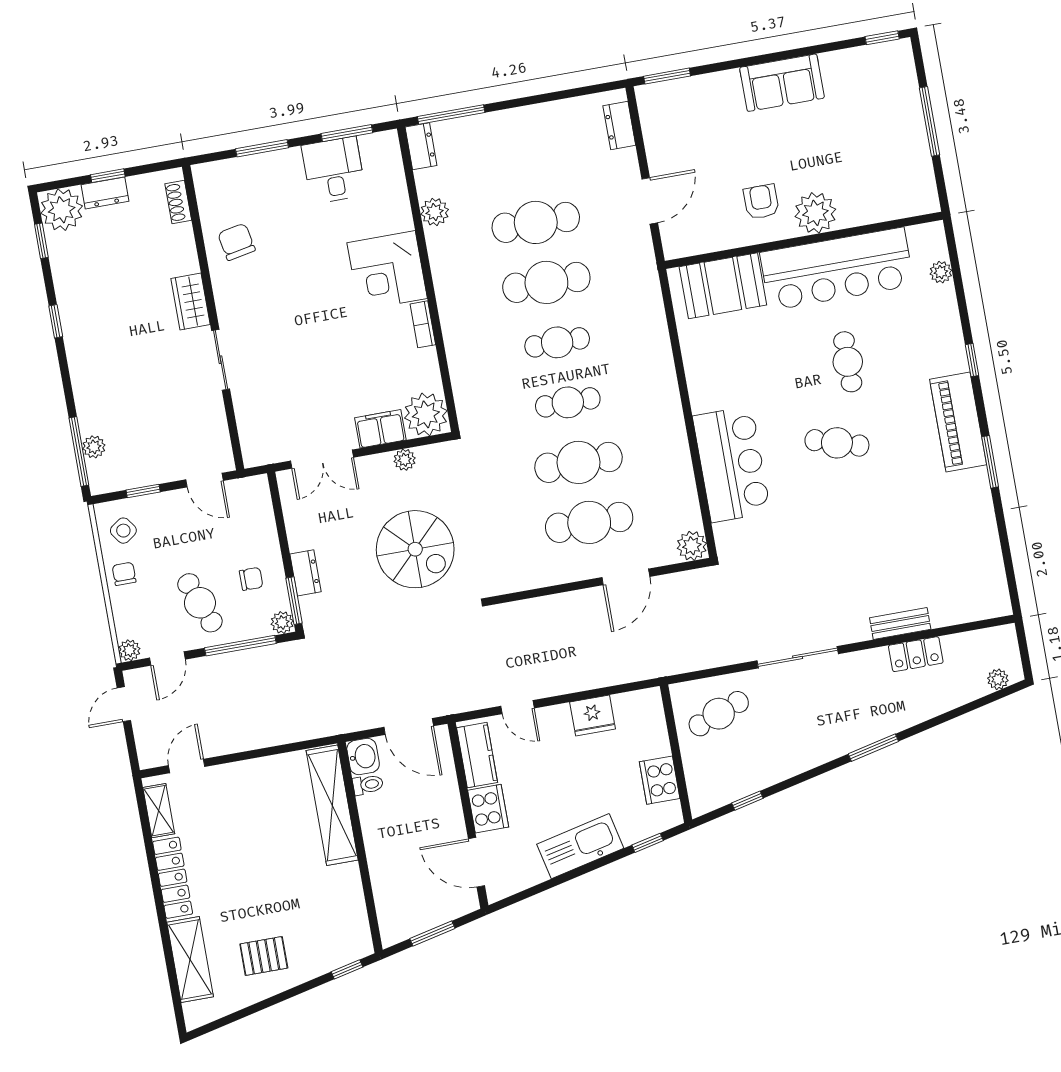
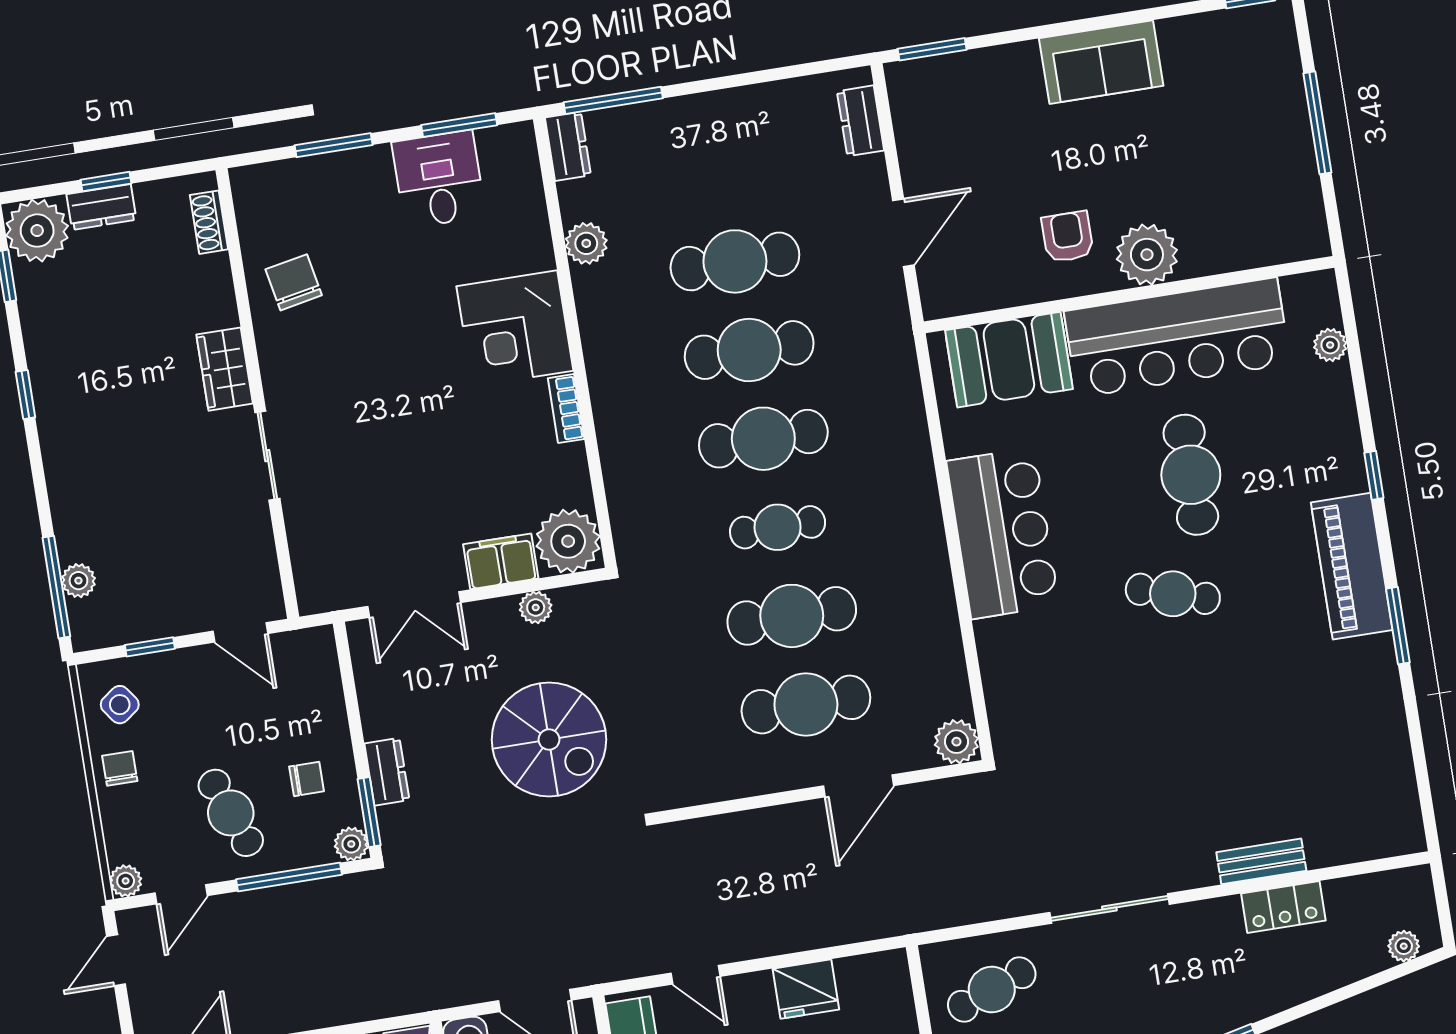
cafe table: (557, 342) -> (763, 439), width x1.37, depth x1.35
cafe table: (848, 362) -> (1191, 475), width x1.37, depth x1.35
bar counter: (732, 464) -> (1003, 533), moved

